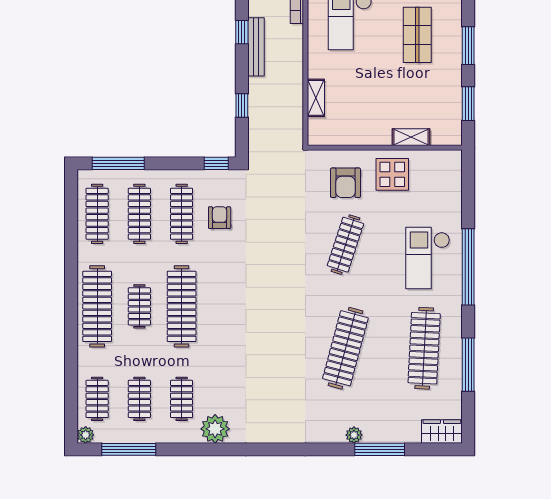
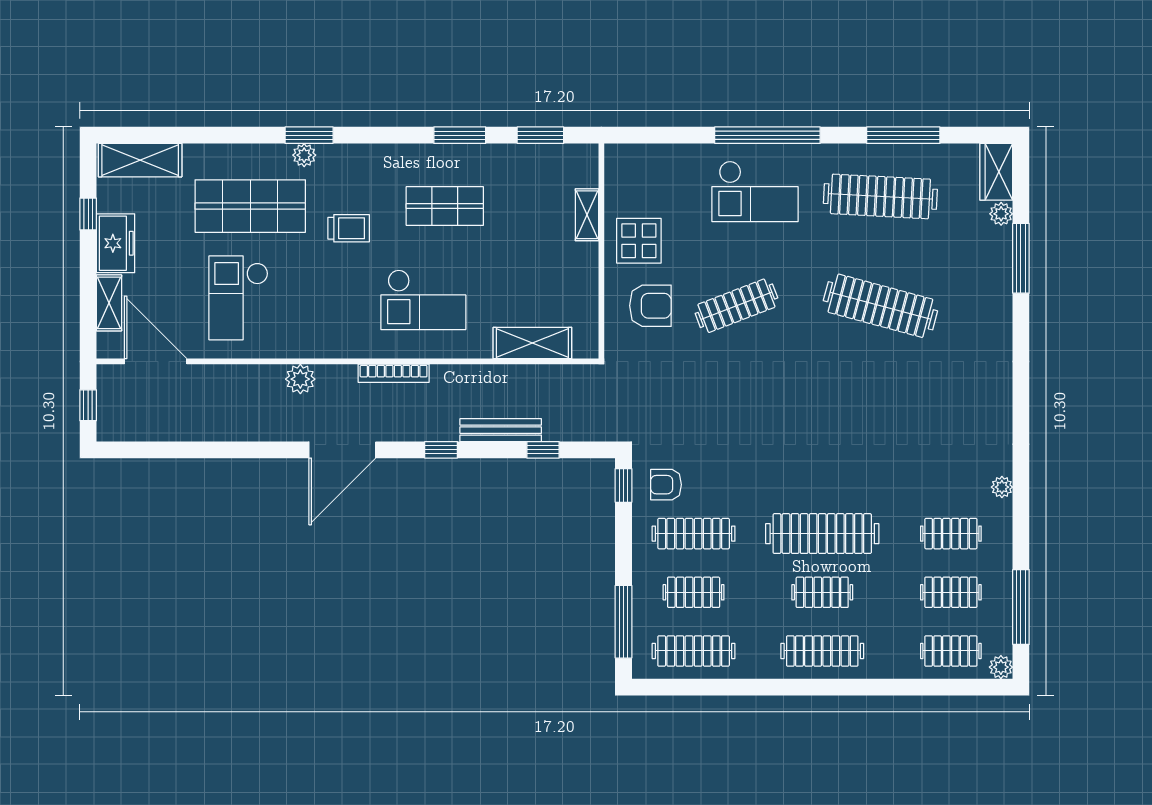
bench: (256, 47) -> (501, 430), moved
shelving: (316, 98) -> (532, 343), width x1.50, depth x1.33
clothes rail: (139, 214) -> (694, 592), width x0.73
armchair: (220, 218) -> (666, 485), moved
clothes rail: (345, 245) -> (736, 306), turned -39
clothes rail: (97, 306) -> (822, 651), width x0.73, depth x0.76
plant: (215, 429) -> (1002, 487), width x0.53, depth x0.53
plant: (354, 435) -> (1001, 214), moved

